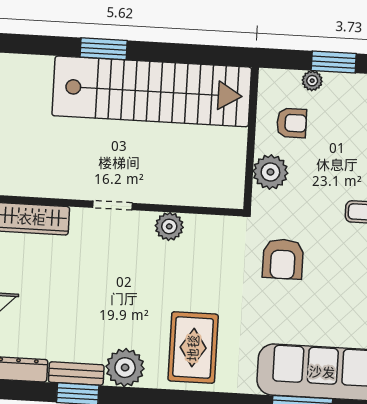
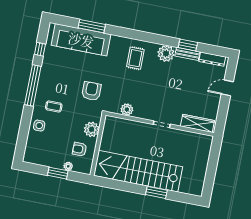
plant: (169, 226) -> (127, 110), moved
rug: (193, 348) -> (135, 58), width x0.73, depth x0.70

